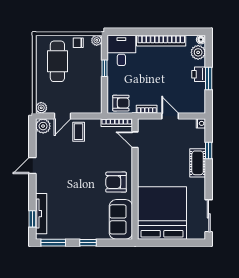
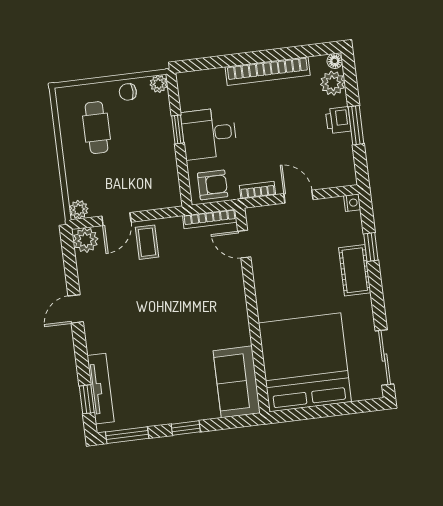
desk: (121, 50) -> (209, 133), moved, turned -90
cafe table: (57, 61) -> (96, 128), width x0.73, depth x0.74
armchair: (116, 182) -> (221, 320), removed

